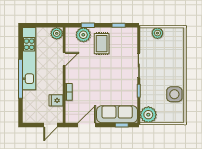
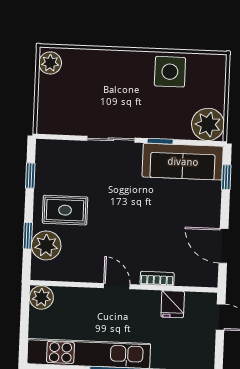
plant: (157, 33) -> (50, 63), moved
door: (64, 59) -> (117, 286), moved
sofa: (117, 114) -> (183, 162), moved, turned -90

